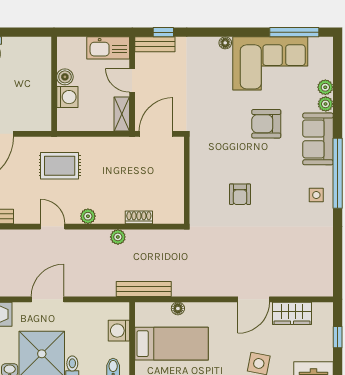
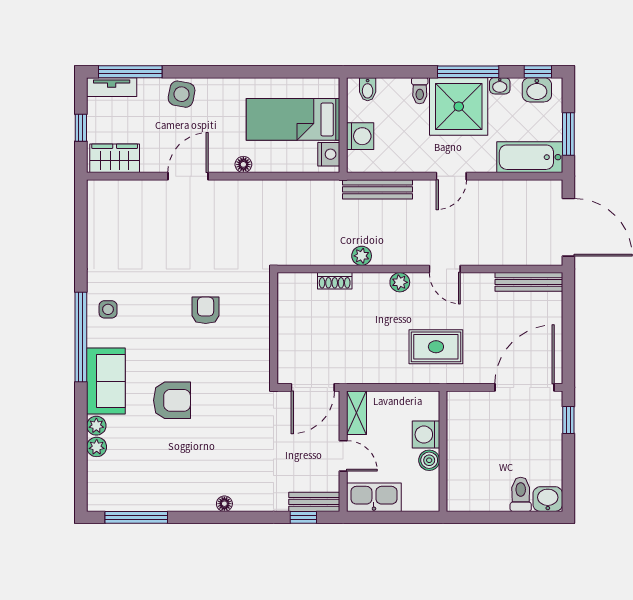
corner sofa: (270, 63) -> (167, 477), removed
bench: (144, 289) -> (377, 189), moved
door: (48, 299) -> (451, 176), width x0.73
floor lamp: (178, 308) -> (243, 164), moved
wardrobe: (292, 313) -> (115, 158), moved
nightstand: (144, 316) -> (329, 154), added

